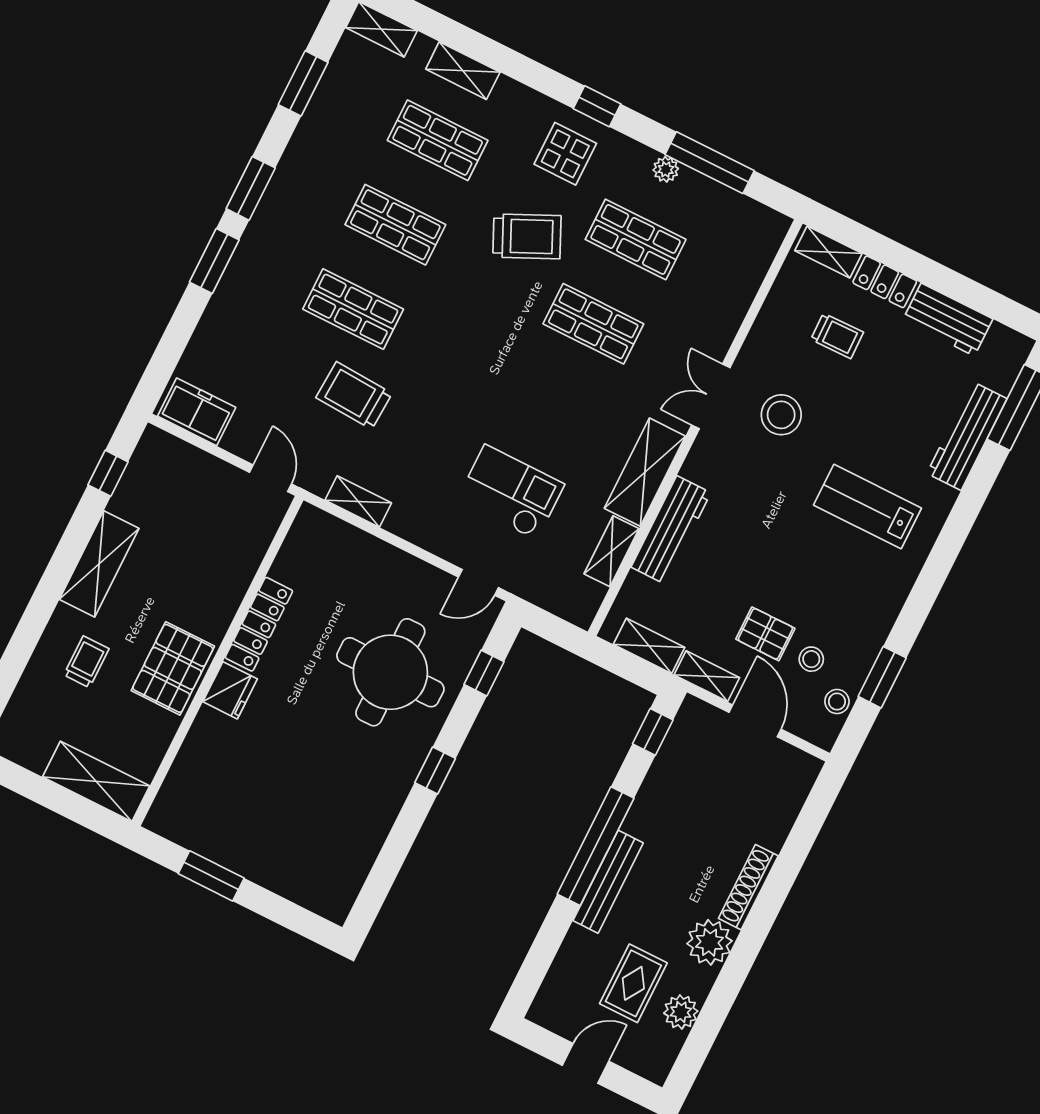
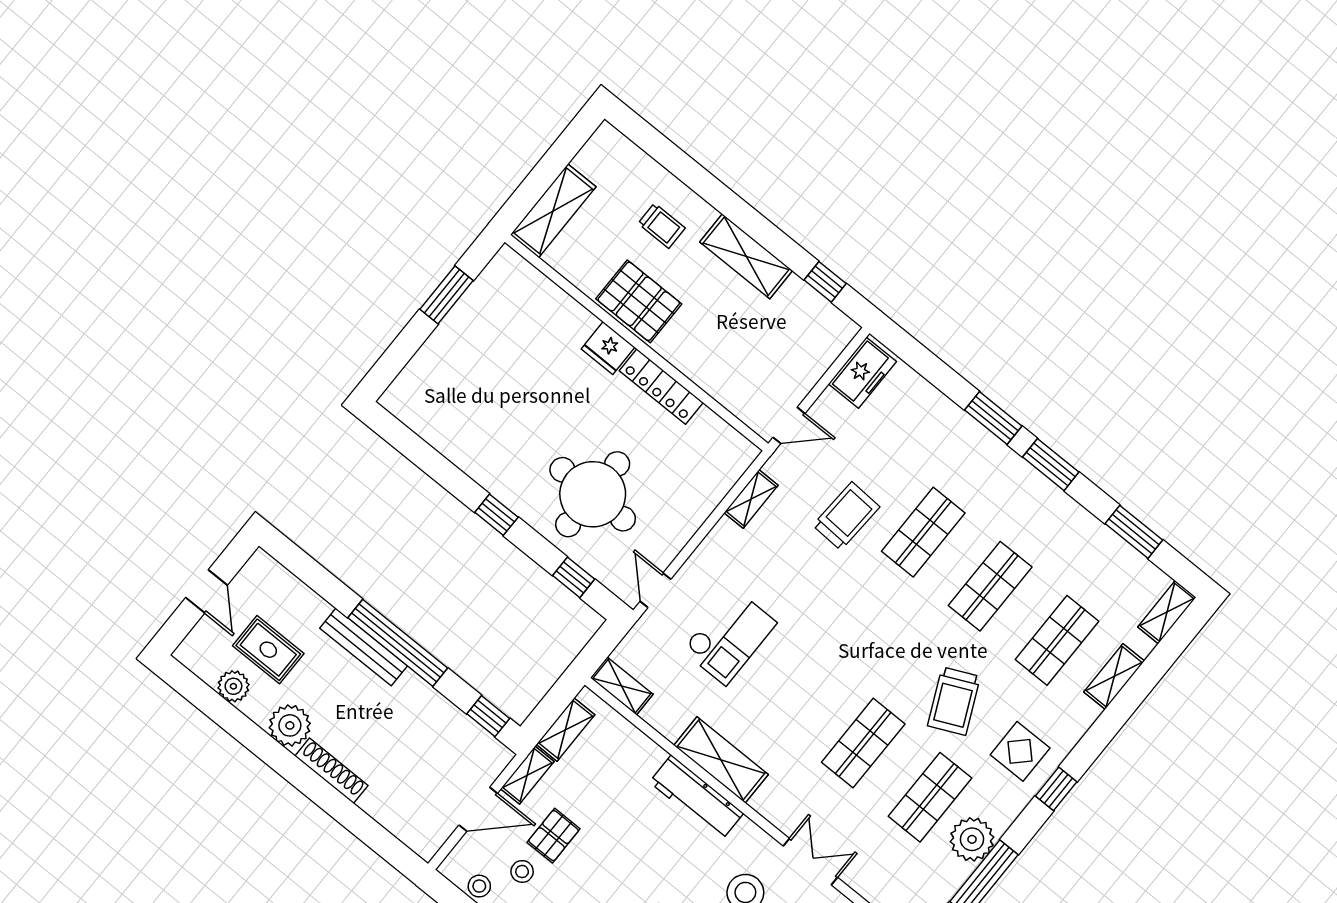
plant: (666, 169) -> (972, 839), width x1.88, depth x1.88
double door: (711, 396) -> (810, 862), moved
workbench: (671, 530) -> (696, 798), moved
shelving: (612, 551) -> (622, 686), moved

